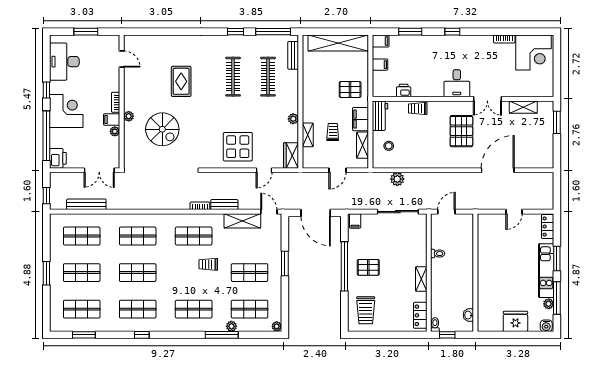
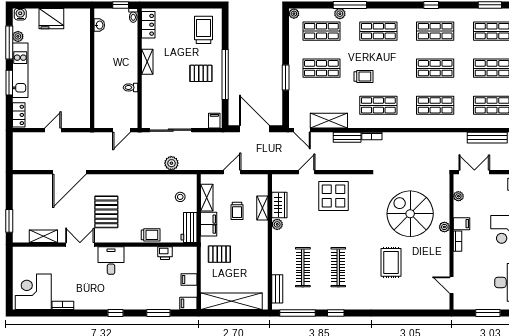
spiral stairs: (162, 129) -> (410, 214), width x1.37, depth x1.37
plant: (115, 131) -> (458, 196), moved
wardrobe: (291, 155) -> (279, 205), moved

